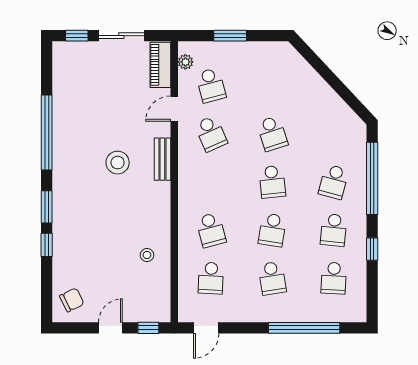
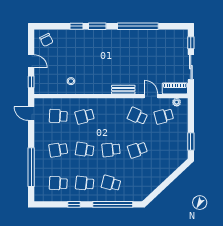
window: (230, 36) -> (191, 142), moved
school desk: (211, 134) -> (137, 116), turned 48
stool: (118, 163) -> (122, 65), removed

